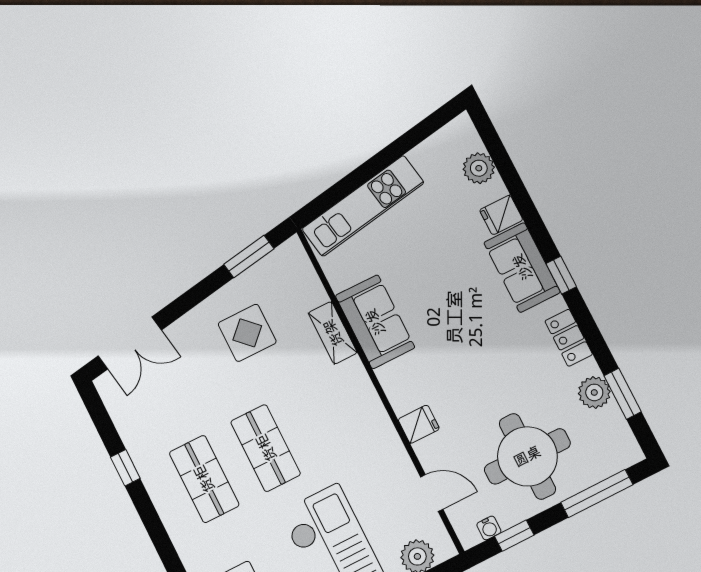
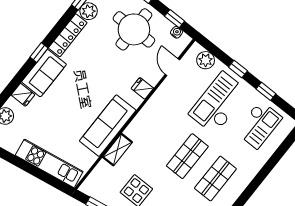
sofa: (375, 322) -> (108, 126), width x1.36
locker: (569, 338) -> (68, 35), width x1.53

